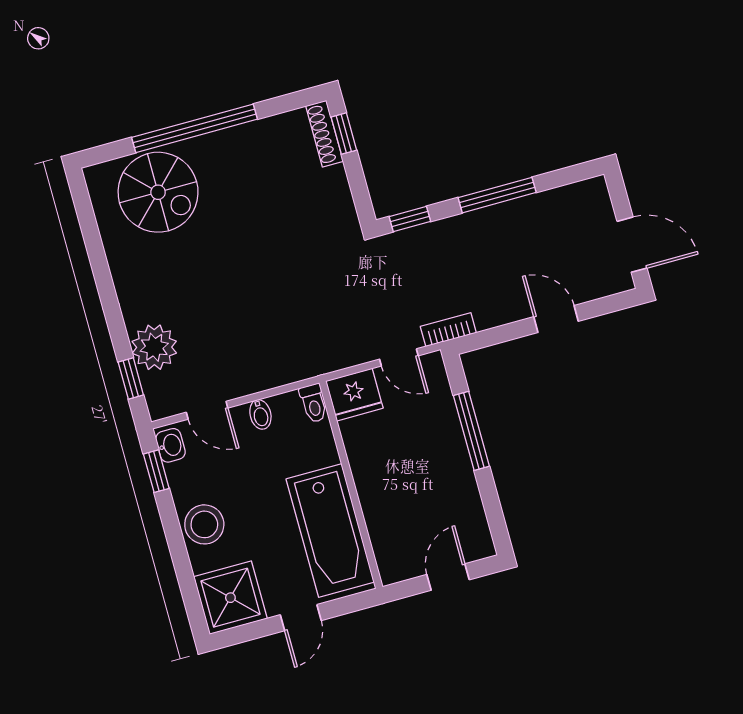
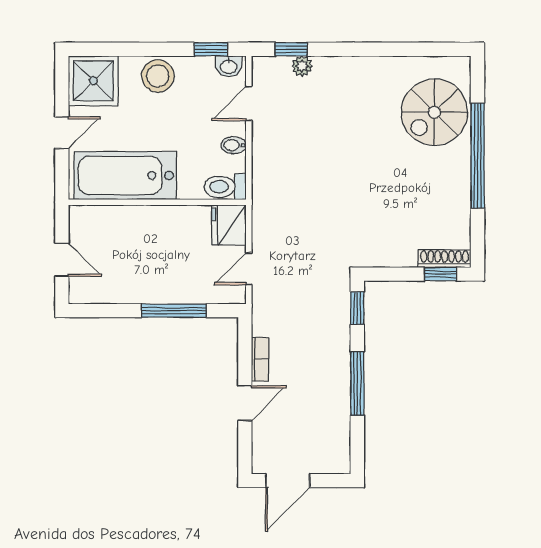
bookcase: (448, 330) -> (260, 359), moved
plant: (154, 347) -> (302, 66), width x0.53, depth x0.53
toilet: (313, 403) -> (225, 187), width x1.37, depth x1.39
door: (301, 618) -> (62, 133), swing flipped

